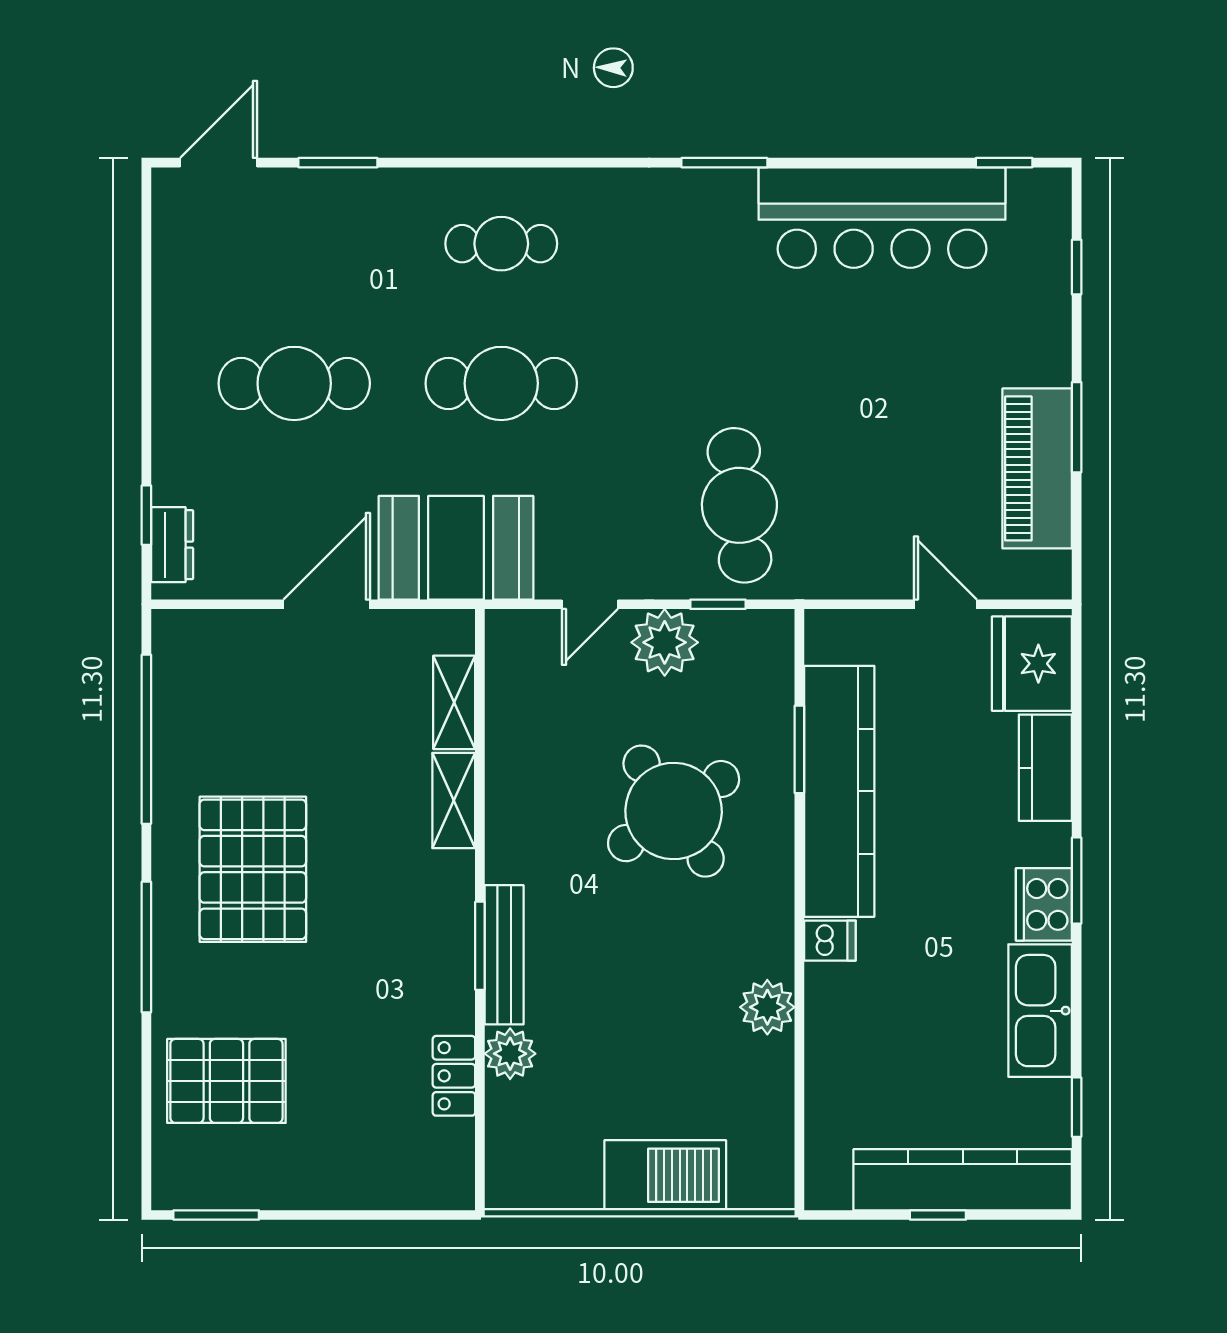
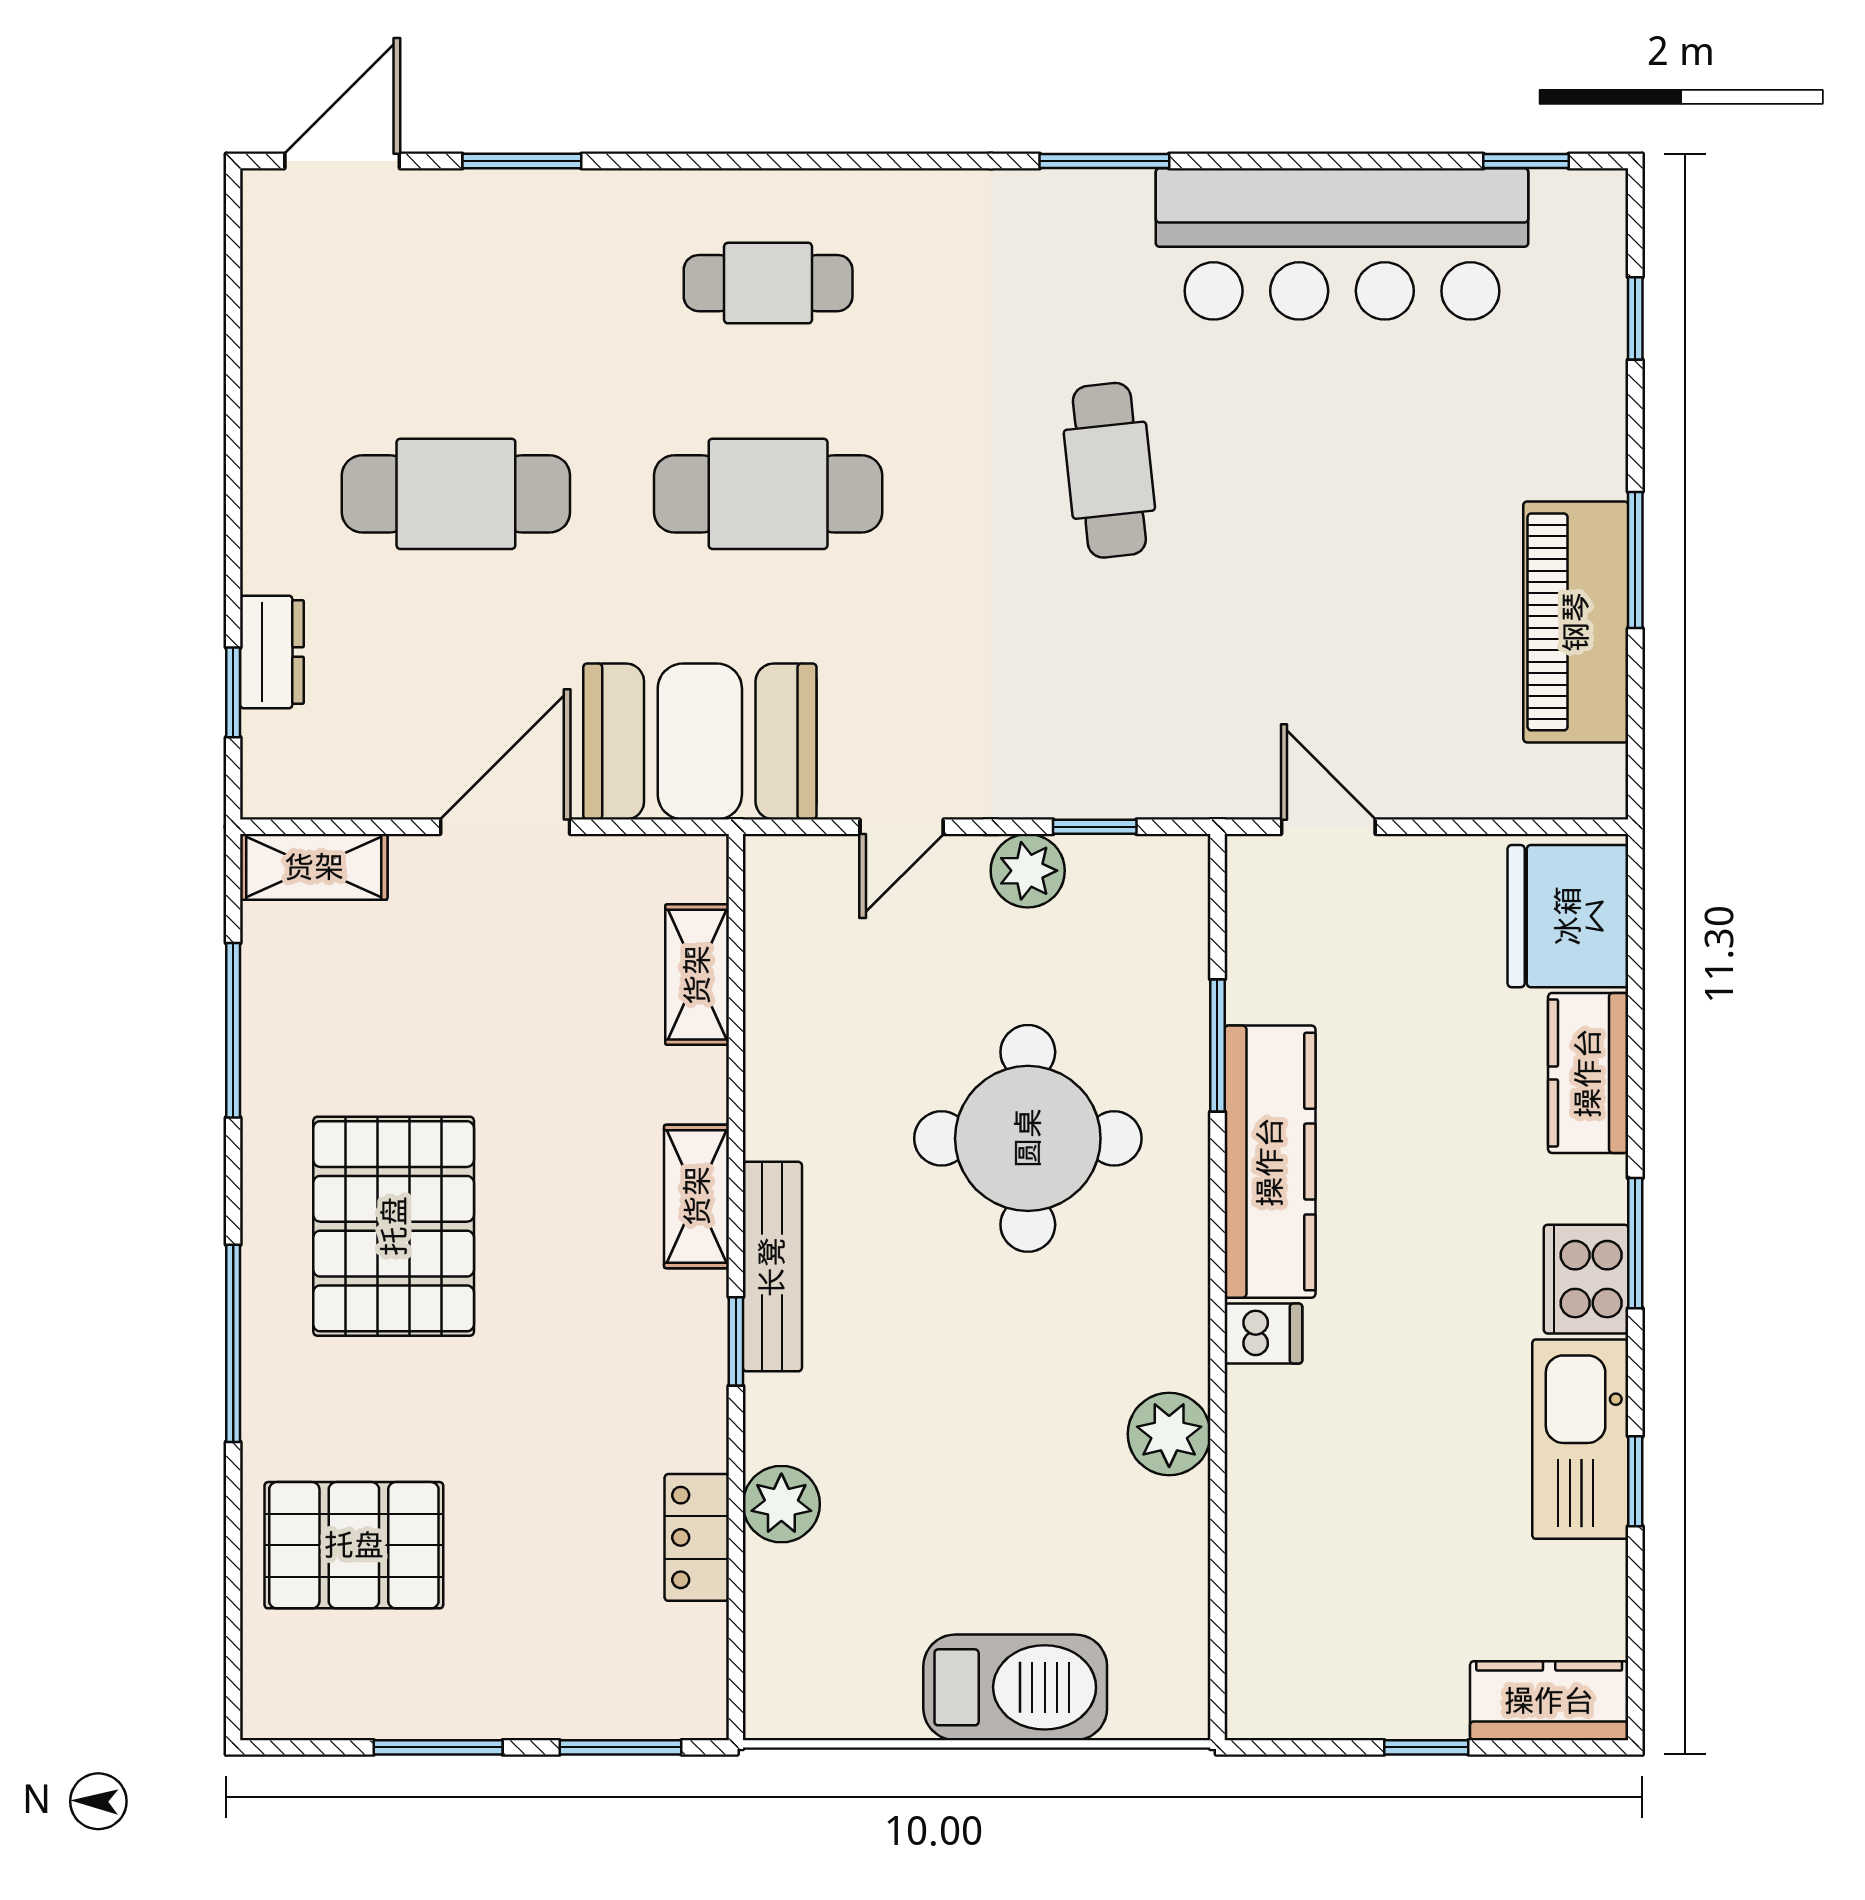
cafe table: (739, 505) -> (1109, 470), moved, width x0.73, depth x0.74
dresser: (172, 545) -> (272, 652), moved
door: (945, 604) -> (1328, 827), moved
shelving: (200, 631) -> (314, 867), added
plant: (665, 642) -> (1028, 871), width x0.73, depth x0.73
window: (146, 739) -> (233, 1030), width x0.68
kitchen counter: (839, 791) -> (1270, 1162), width x0.72, depth x0.86
shelving: (454, 800) -> (697, 1196), moved
round table: (674, 811) -> (1028, 1138), turned 34
window: (480, 946) -> (736, 1341), width x0.67
bench: (504, 955) -> (772, 1267), moved
window: (1077, 1107) -> (1635, 1481), moved
kitchen counter: (963, 1180) -> (1549, 1701), width x0.48, depth x0.86
window: (216, 1215) -> (438, 1747), moved
window: (403, 1215) -> (620, 1747), added

